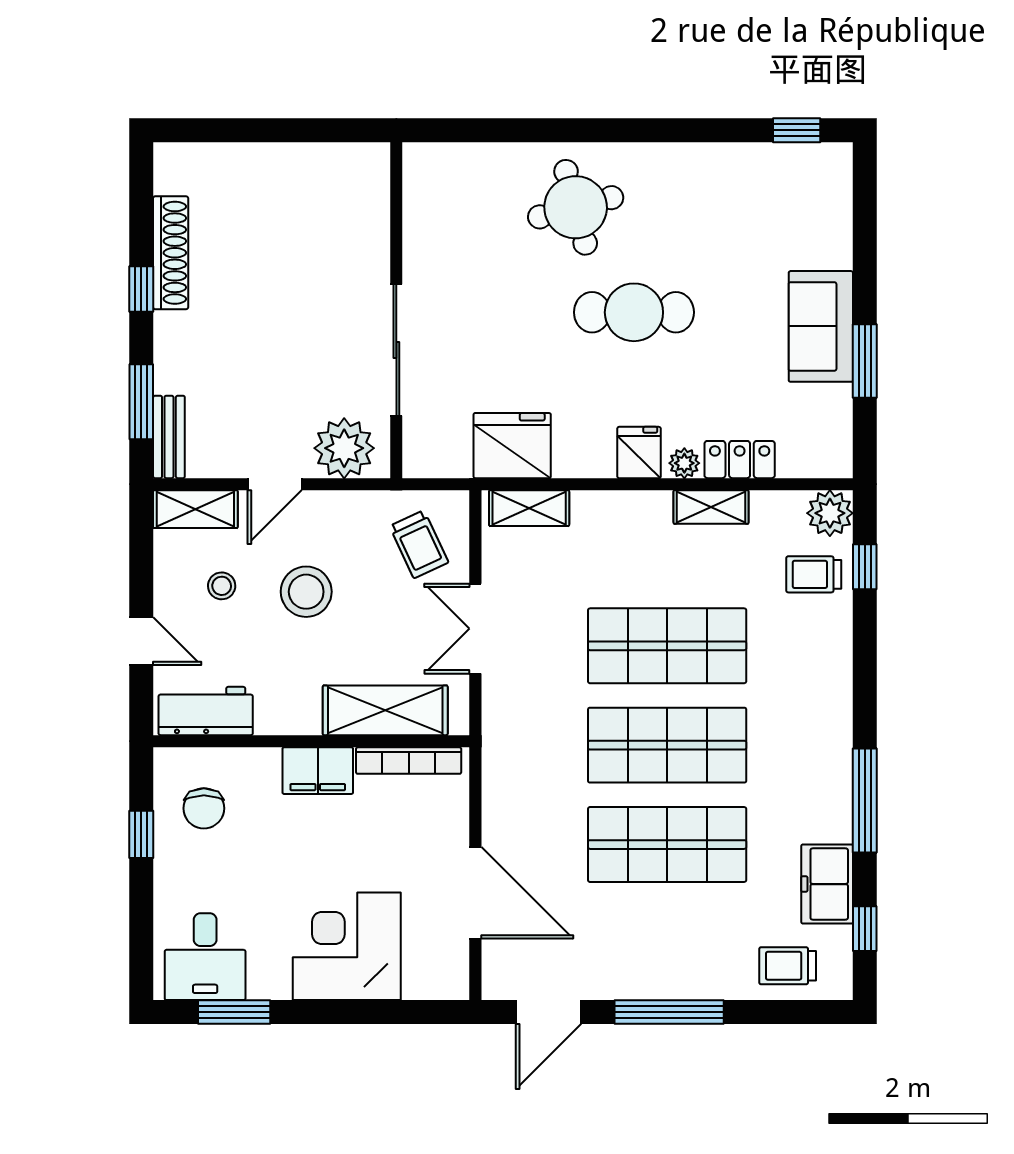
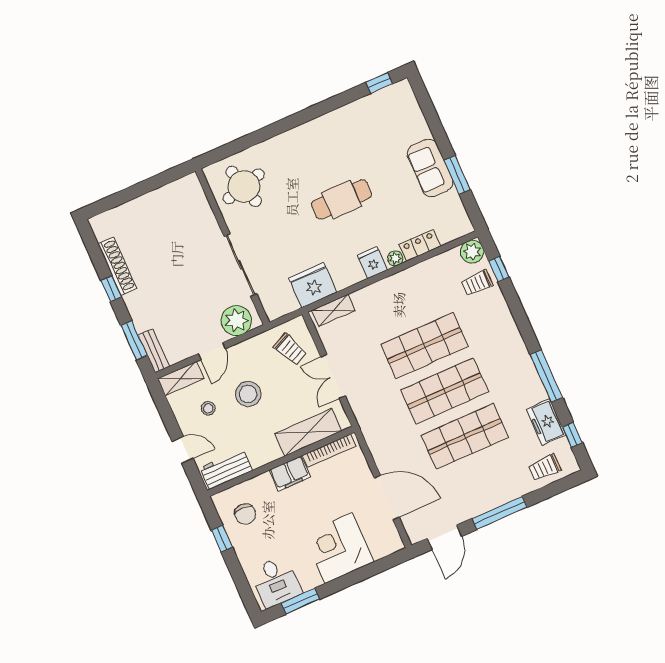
round table: (576, 207) -> (244, 186), moved
shelving: (711, 507) -> (416, 273), removed

